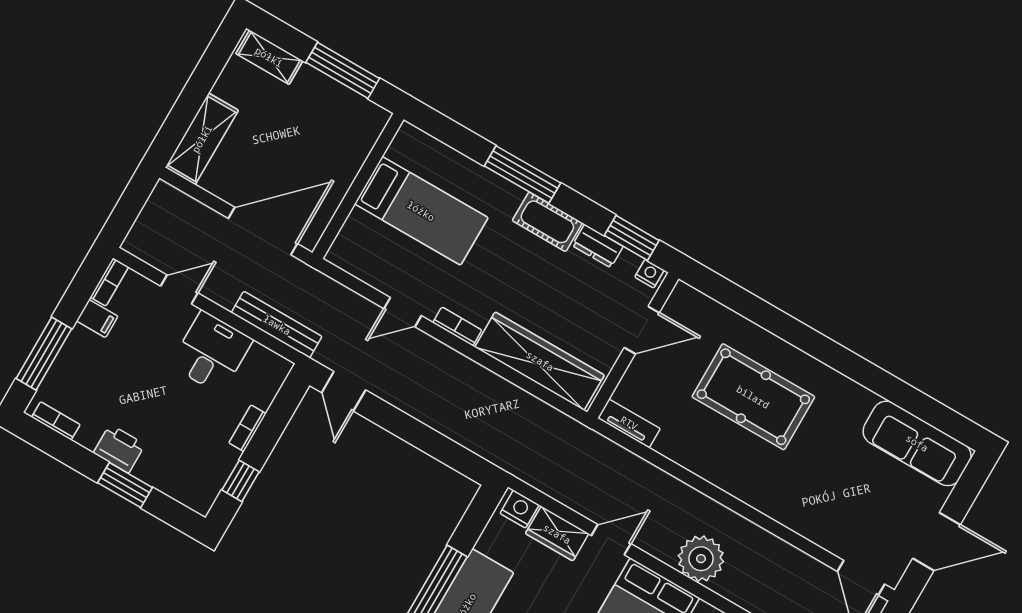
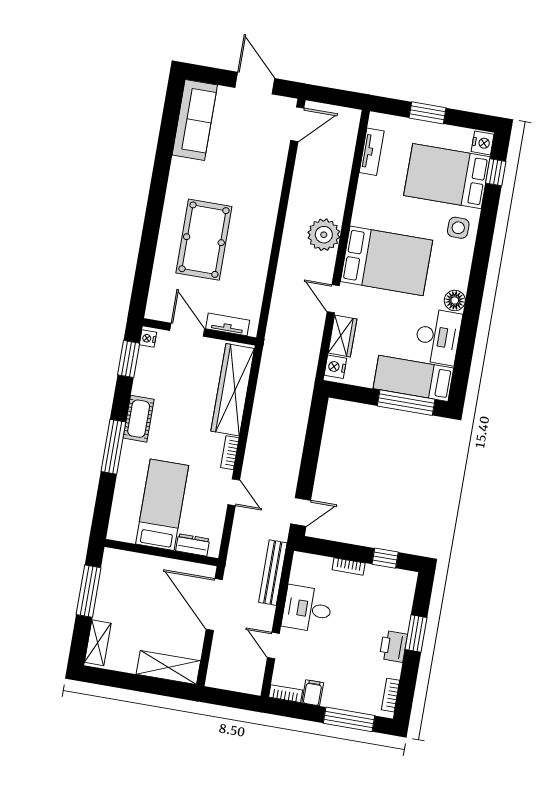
dresser: (598, 246) -> (193, 545), moved, turned -90
tv unit: (629, 423) -> (228, 324), moved, turned 90

